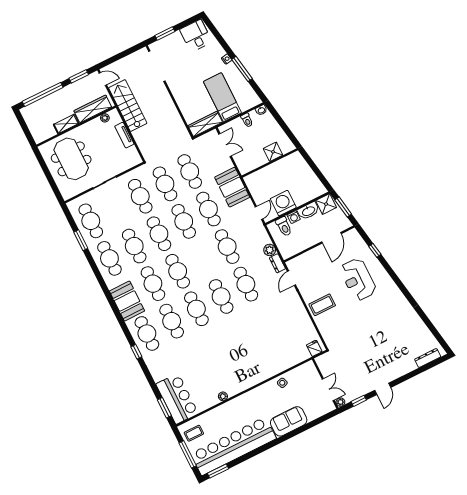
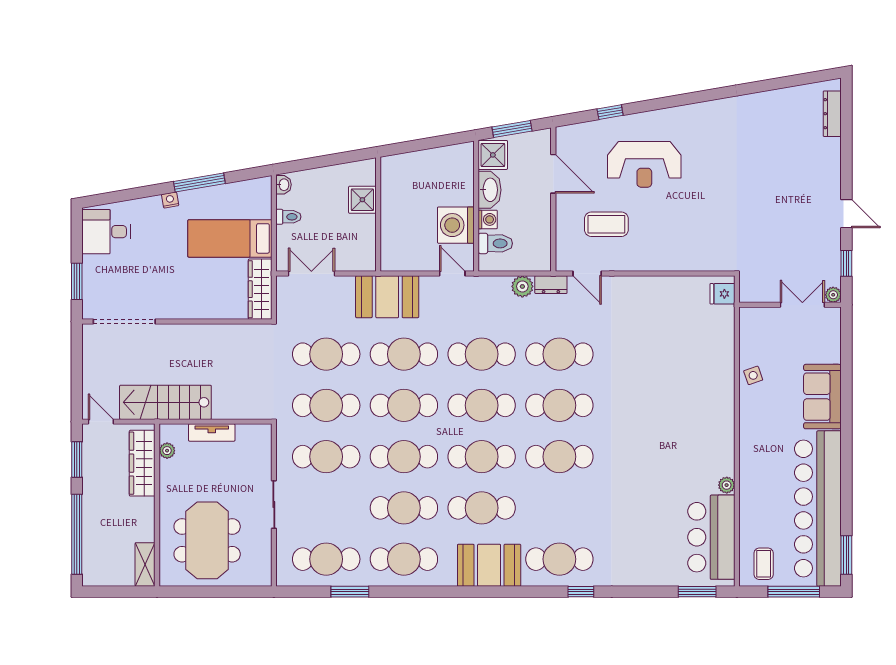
door: (103, 79) -> (101, 422), hinge flipped
shelving: (66, 124) -> (145, 565), moved
meeting table: (71, 159) -> (207, 540), turned 90
coffee table: (322, 305) -> (606, 224), moved, turned 90
cafe table: (172, 321) -> (482, 405), moved
bar counter: (177, 399) -> (711, 537), moved, turned -90

